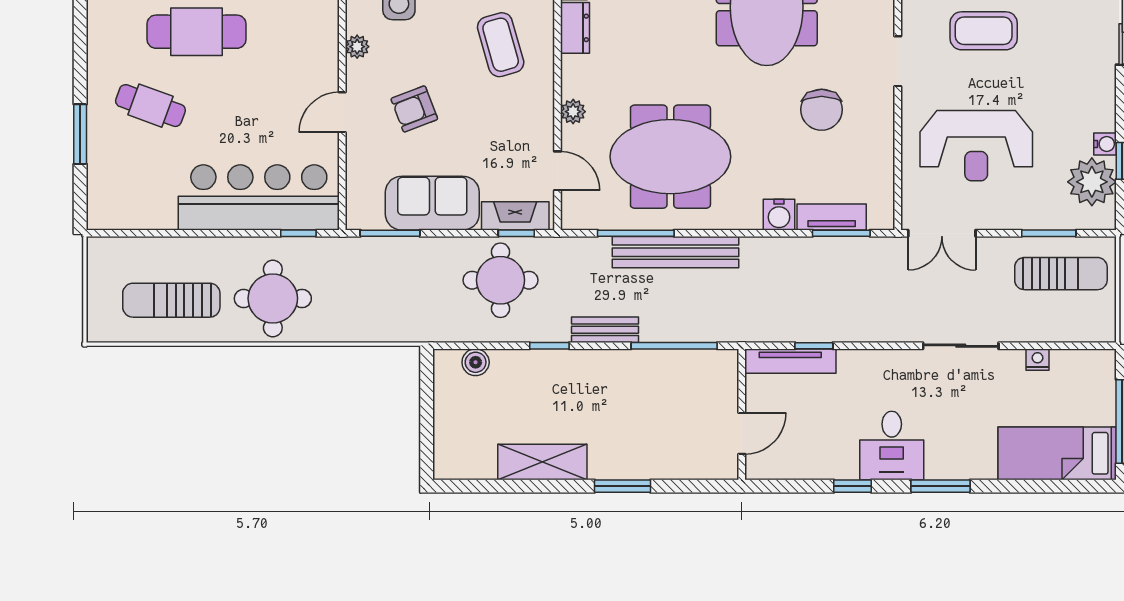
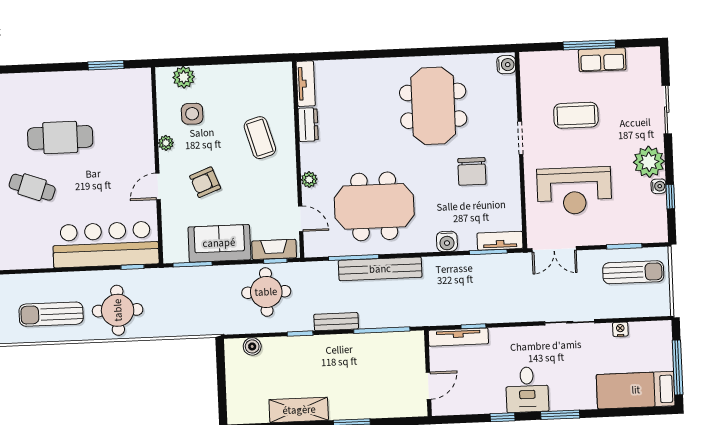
plant: (1092, 182) -> (649, 162), moved
tv unit: (832, 217) -> (500, 241), moved

